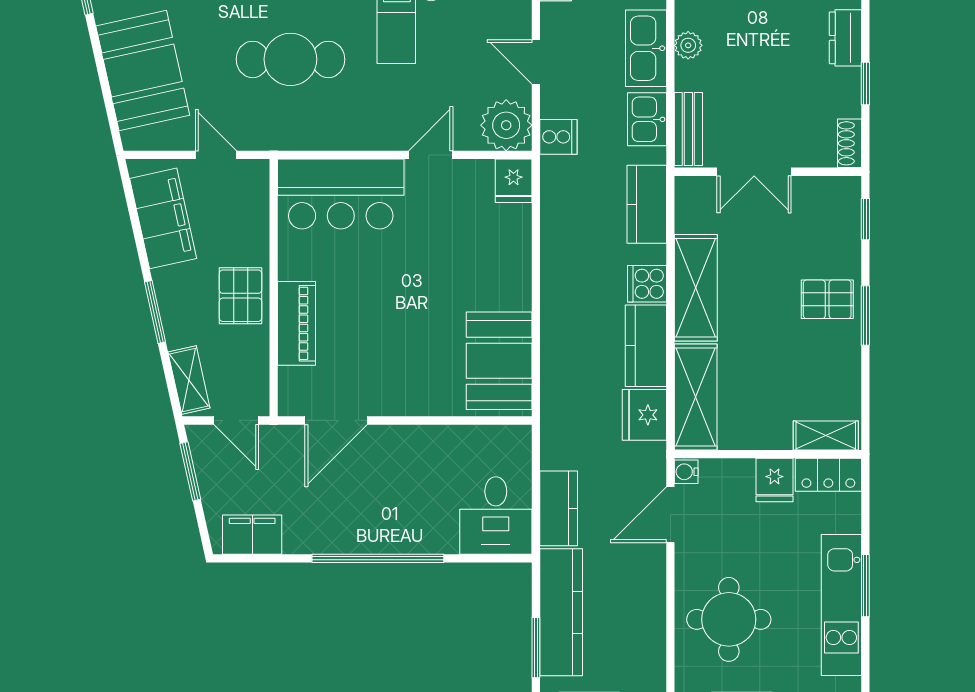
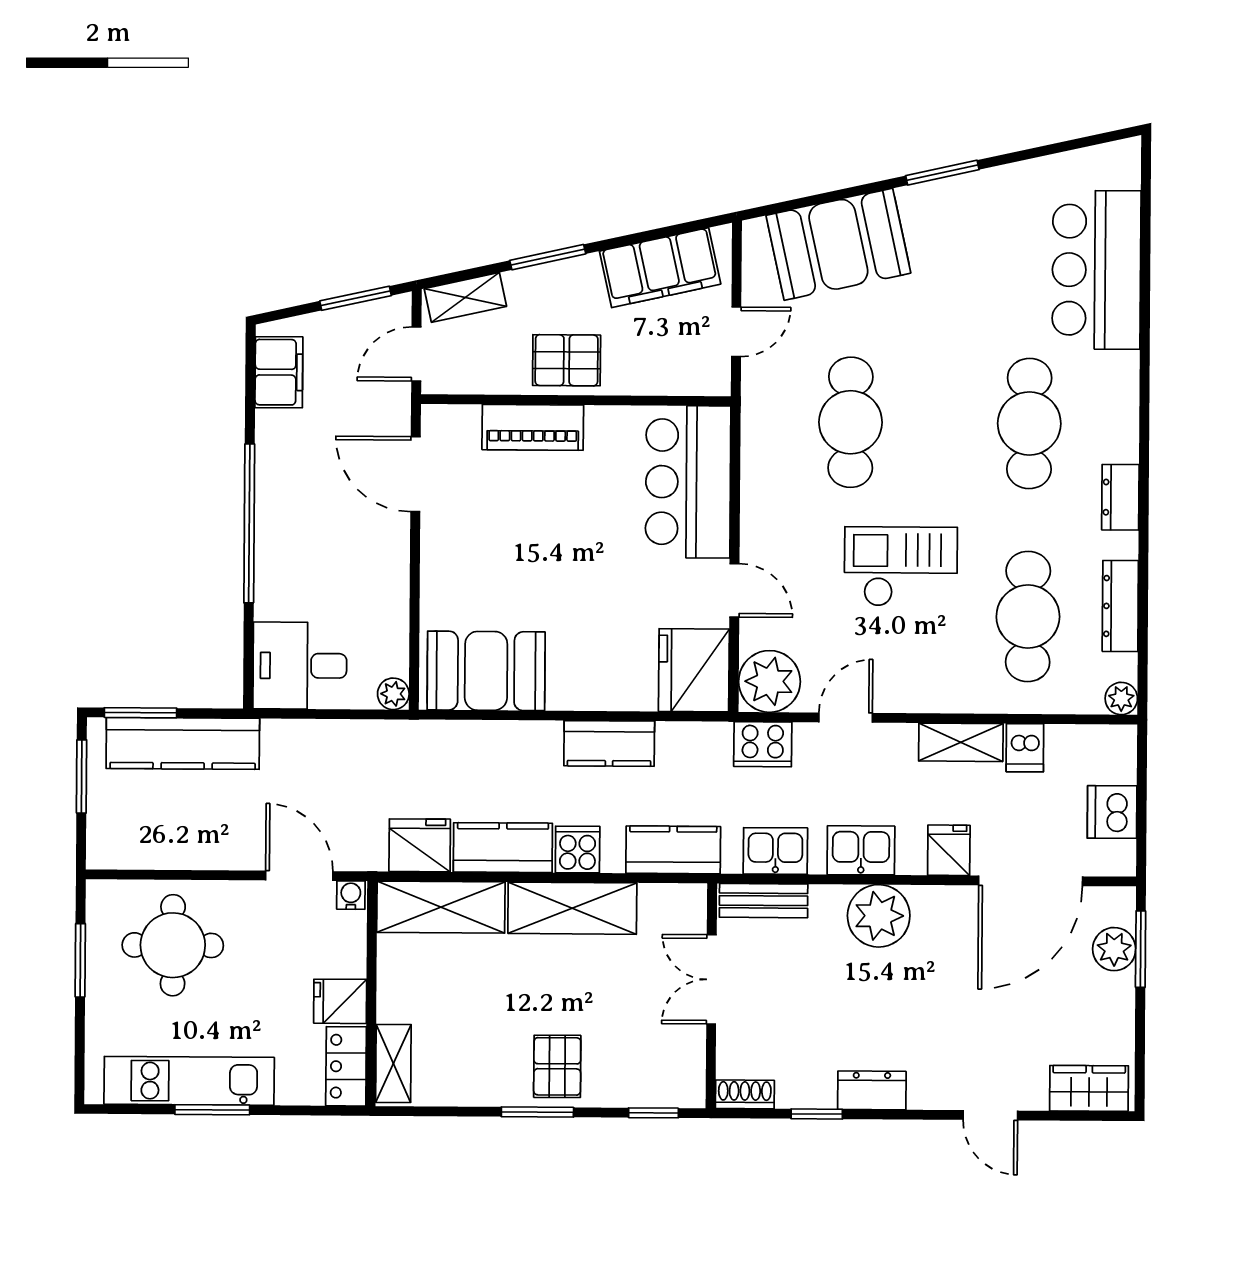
plant: (688, 45) -> (879, 916), width x1.88, depth x1.88
kitchen sink: (646, 48) -> (861, 850), width x0.73
cooker: (558, 137) -> (763, 744), width x1.36
fridge: (514, 181) -> (694, 670), width x1.88, depth x1.34
plant: (519, 438) -> (393, 694), added
kitchen counter: (559, 508) -> (609, 743), moved

